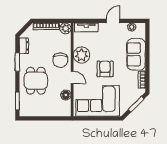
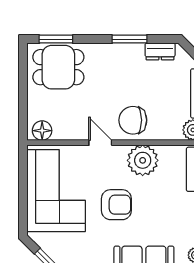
door: (72, 77) -> (100, 143), swing flipped
dining table: (36, 81) -> (58, 67), moved
floor lamp: (66, 95) -> (42, 131), moved

